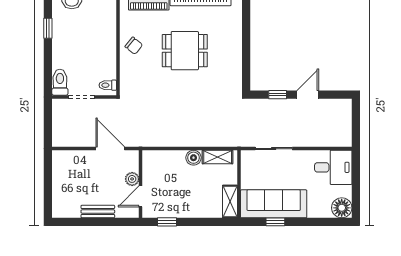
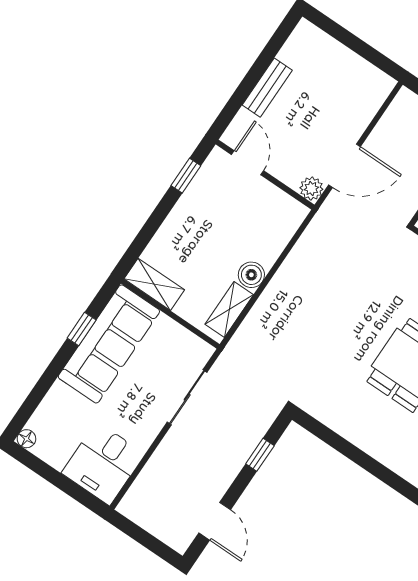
door: (308, 95) -> (215, 521), moved
plant: (132, 179) -> (311, 189), moved
floor lamp: (342, 208) -> (26, 439), width x0.53, depth x0.53

